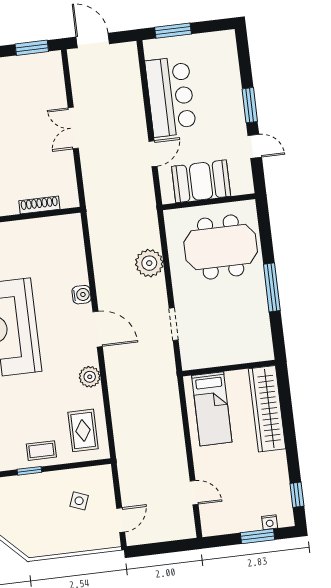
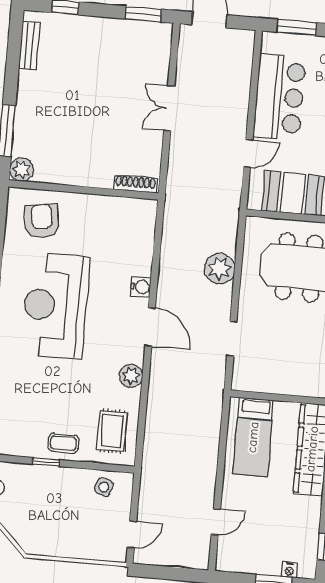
shoe rack: (39, 205) -> (135, 184), moved
door: (194, 493) -> (216, 522), hinge flipped
side table: (79, 501) -> (104, 487), moved

